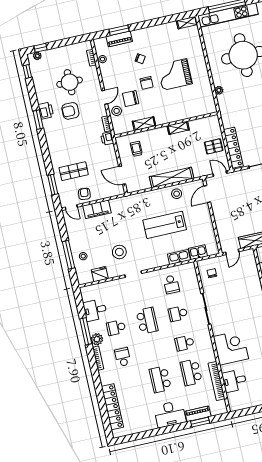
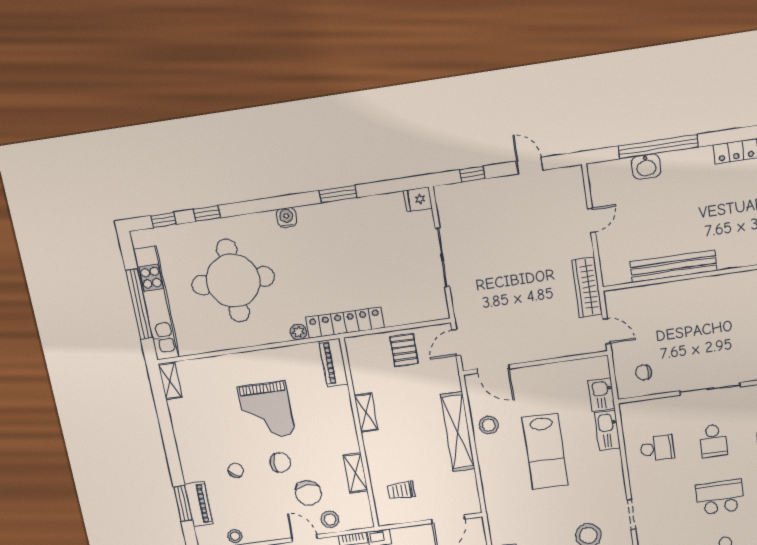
piano: (204, 109) -> (334, 363), added
locker: (233, 148) -> (345, 323), moved

